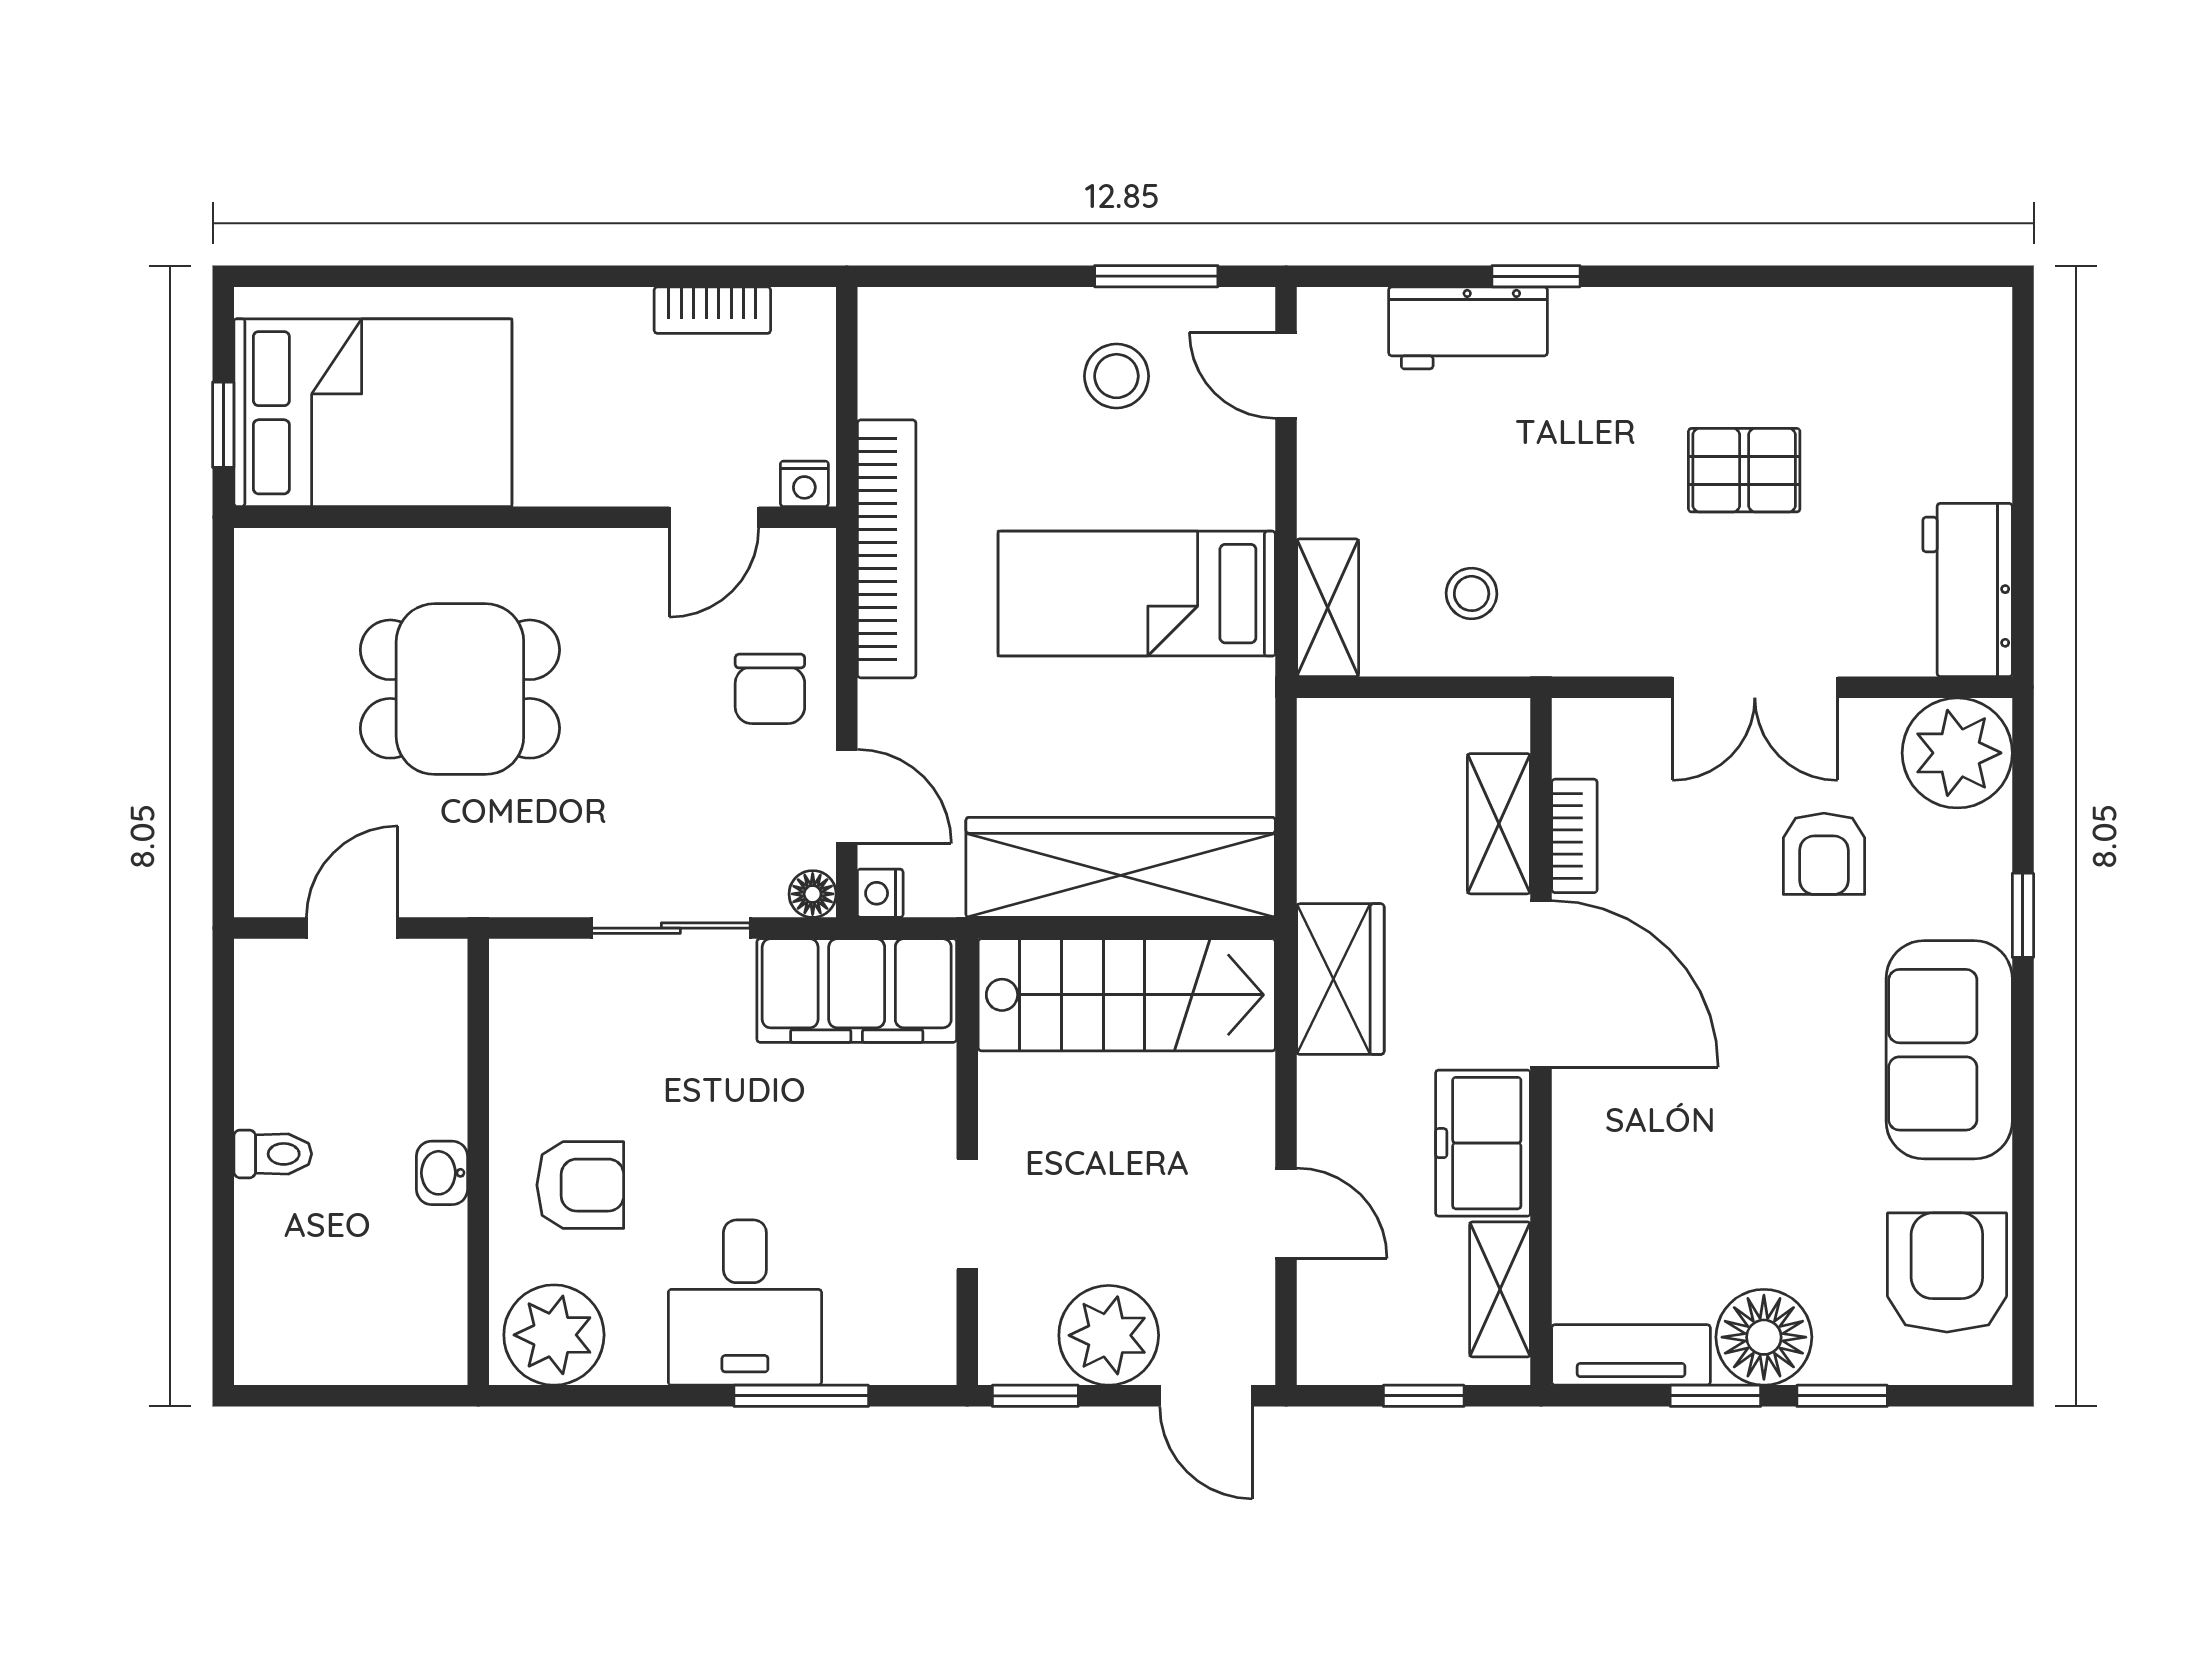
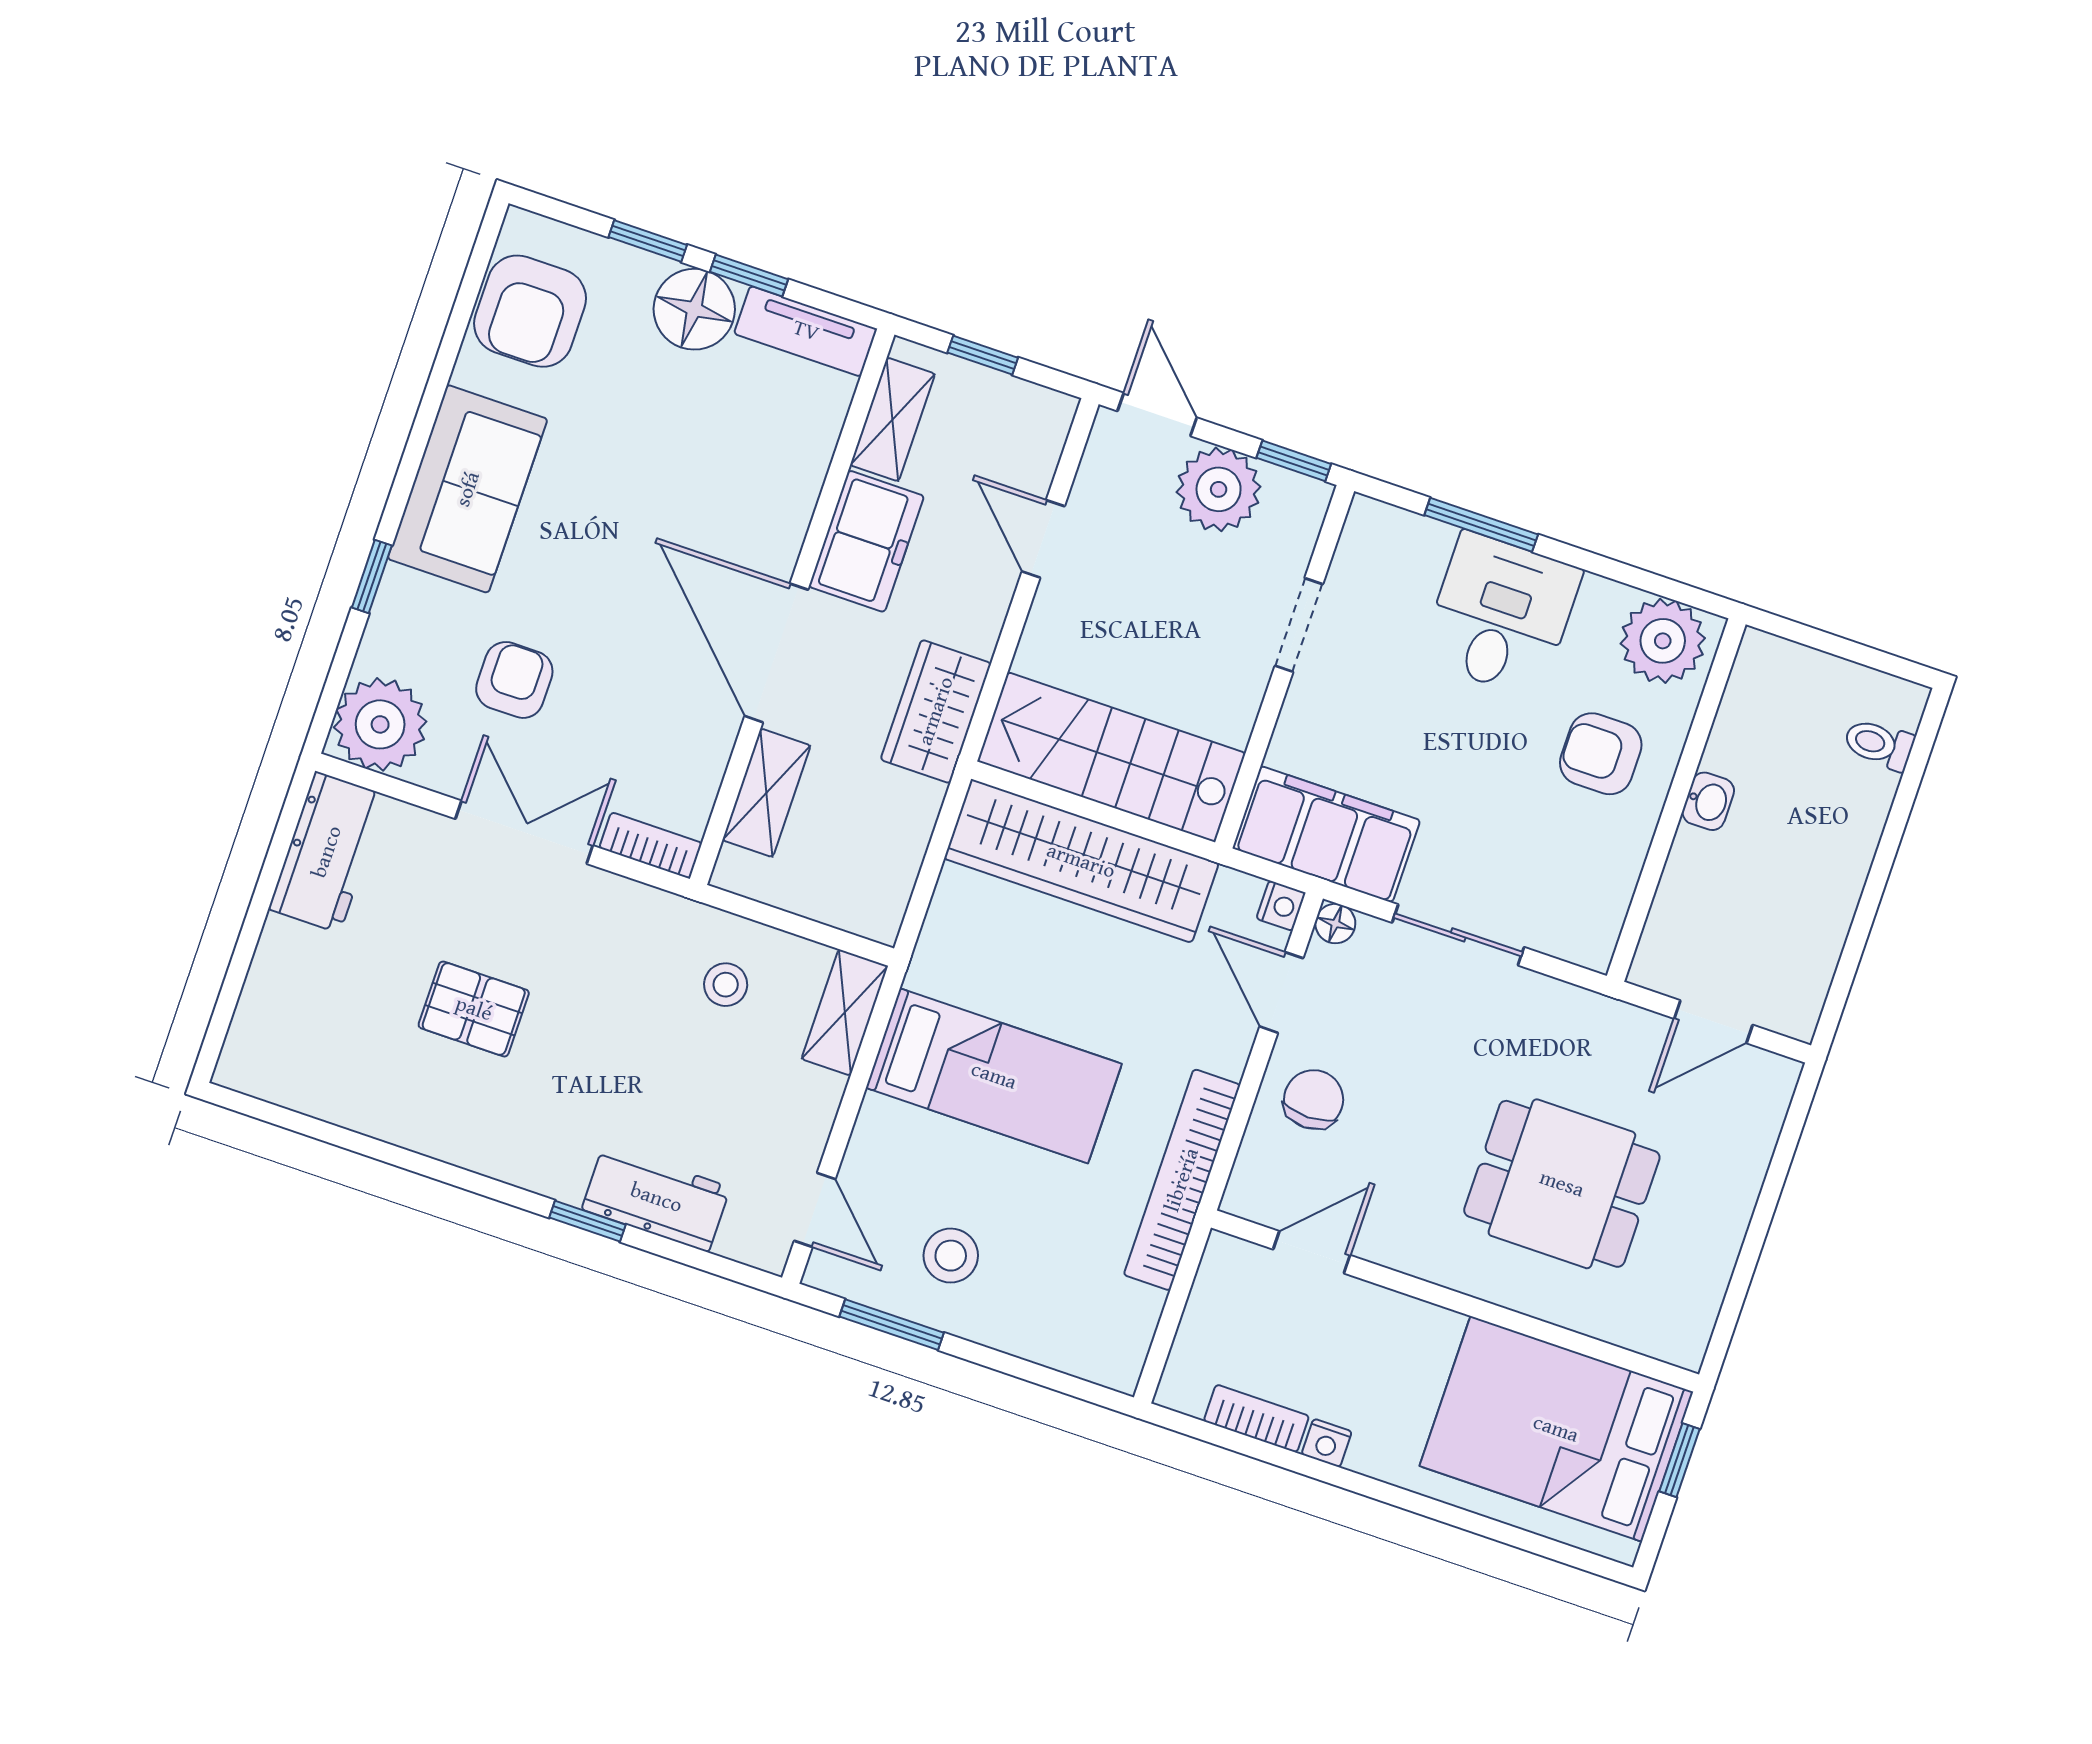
nightstand: (804, 484) -> (1327, 1443), moved, turned 180
bookcase: (1574, 836) -> (651, 845), moved, turned 90
toilet: (273, 1154) -> (1879, 744), moved

